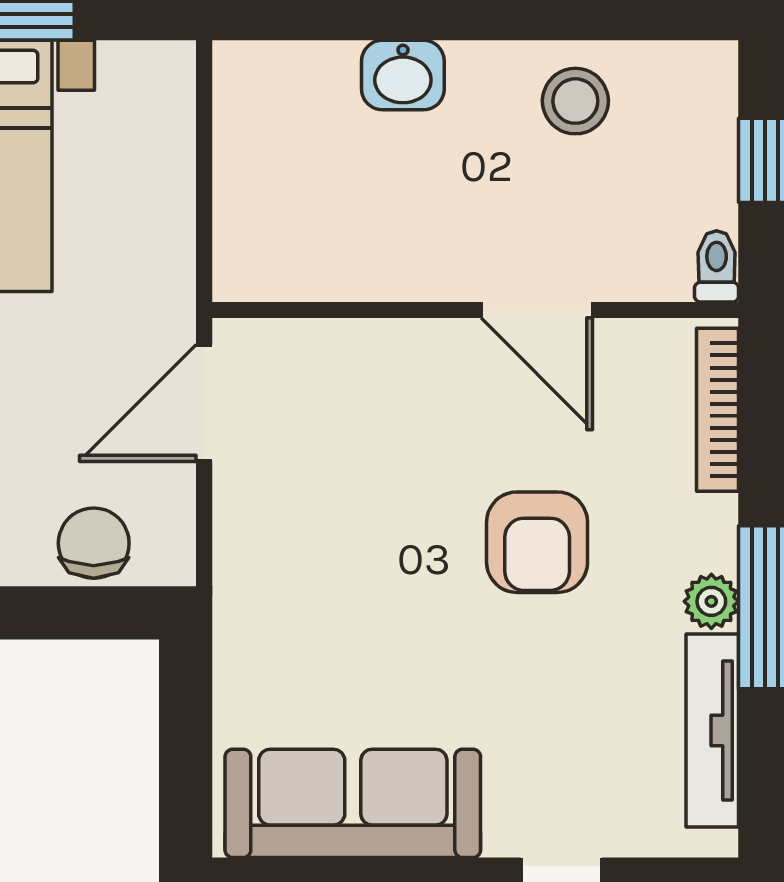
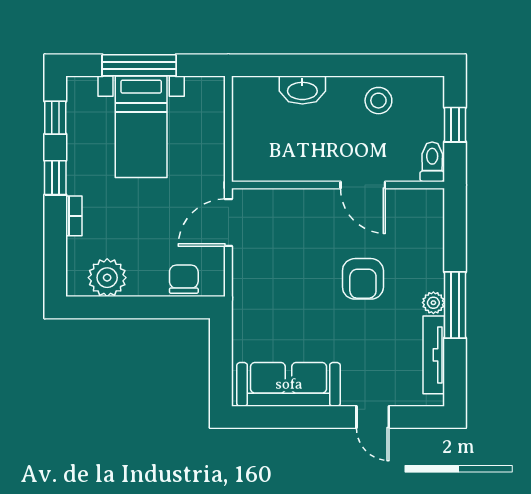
washbasin: (403, 75) -> (302, 90), width x1.38
toilet: (717, 266) -> (432, 162), width x1.37, depth x1.39
bookcase: (718, 410) -> (436, 225), removed

